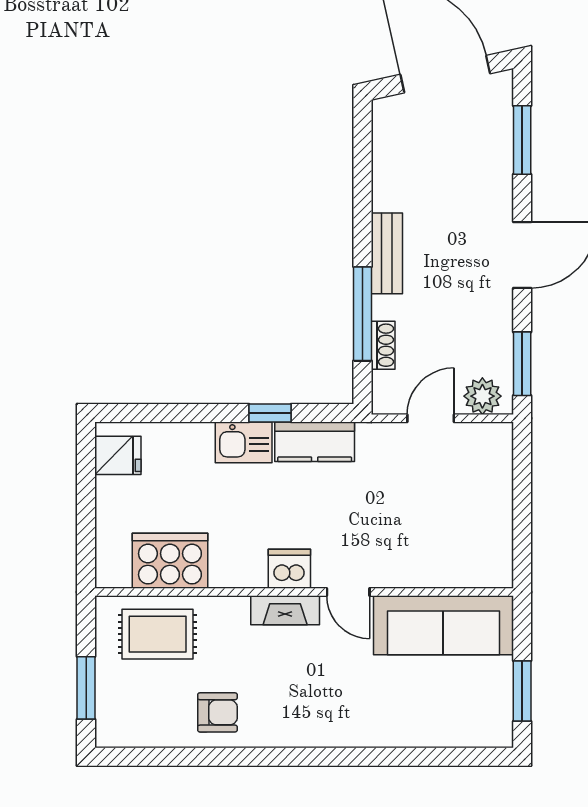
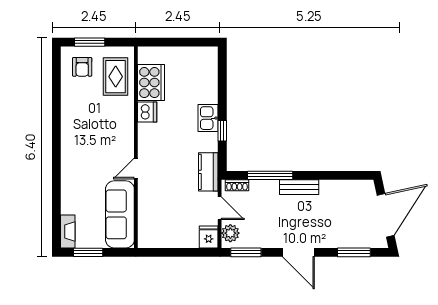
shoe rack: (383, 345) -> (237, 185), moved
kitchen counter: (315, 442) -> (208, 172), moved
fridge: (118, 455) -> (209, 237), moved, turned 180
dishwasher: (289, 569) -> (147, 112), moved
fireplace: (285, 610) -> (68, 232), moved, turned 180
armchair: (217, 712) -> (82, 67), moved

